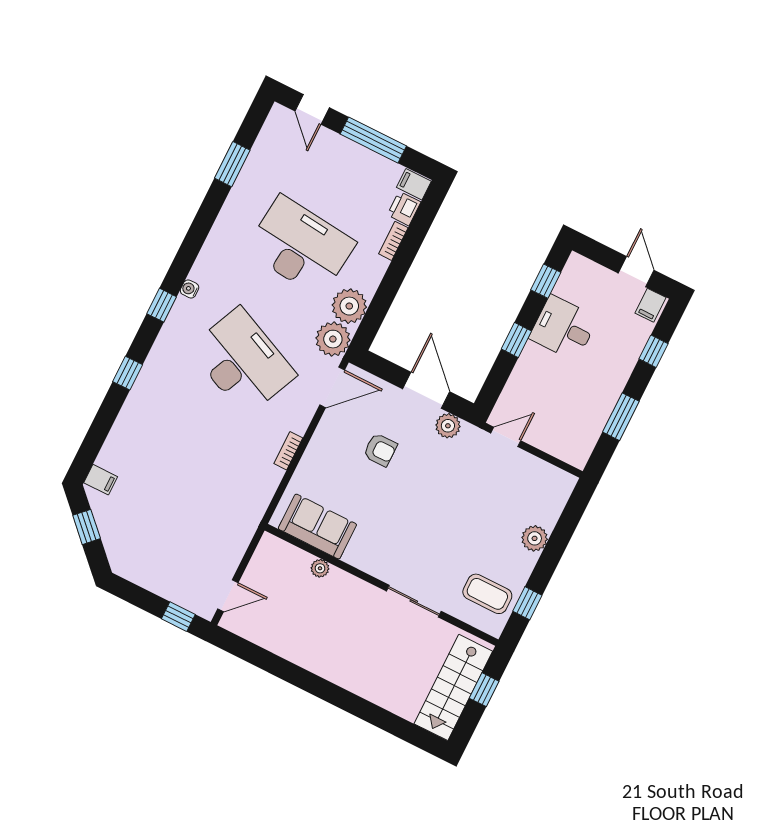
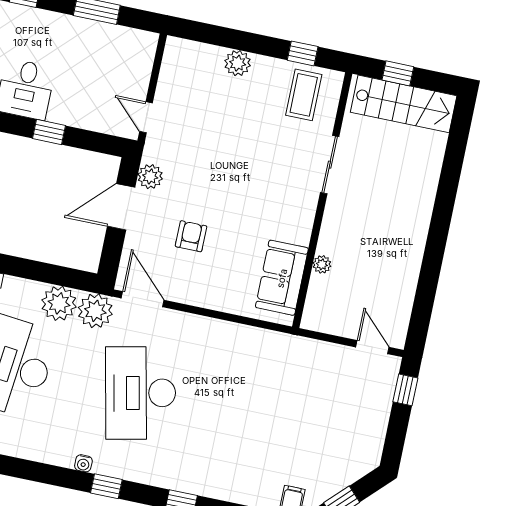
desk: (243, 362) -> (141, 393), turned -36
bookcase: (288, 451) -> (216, 326), removed

